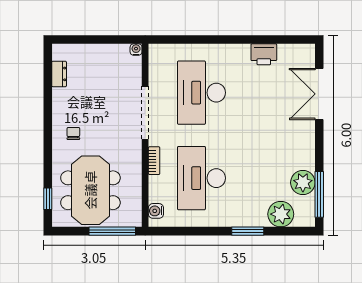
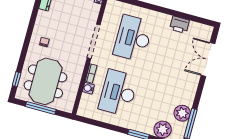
water cooler: (156, 211) -> (88, 88), moved
window: (112, 231) -> (41, 108), moved

